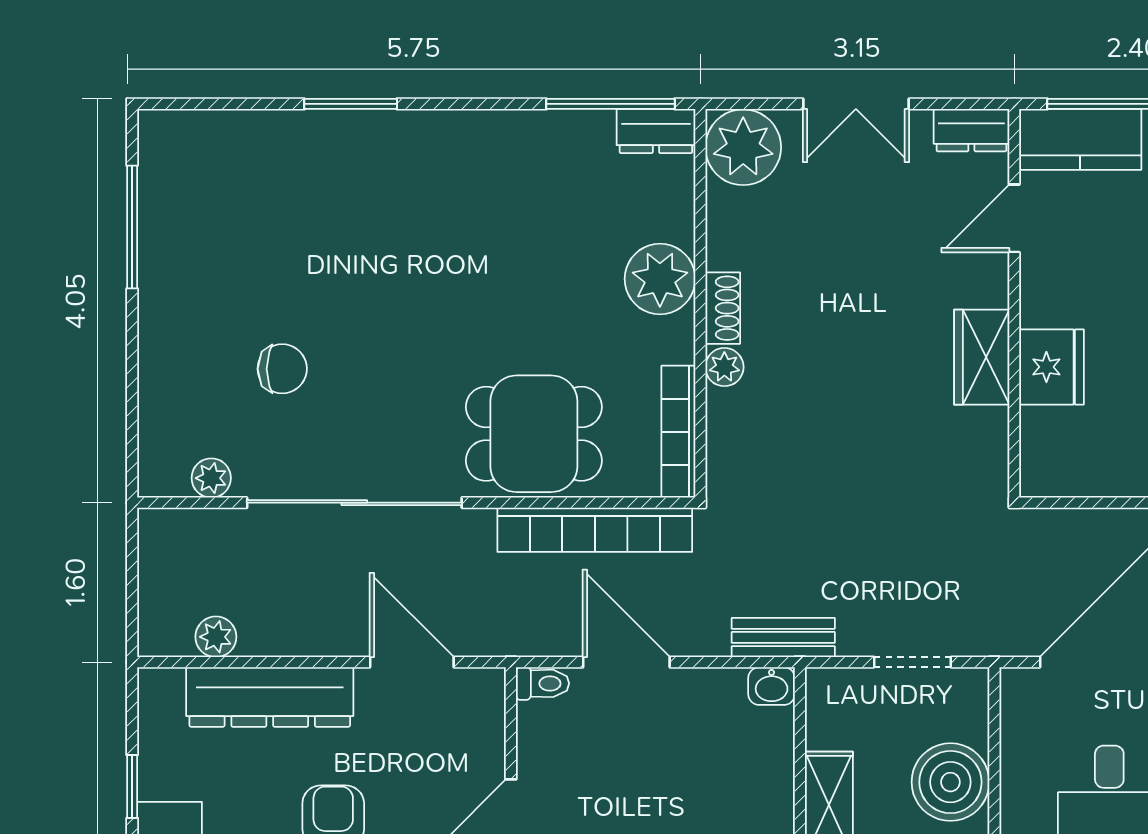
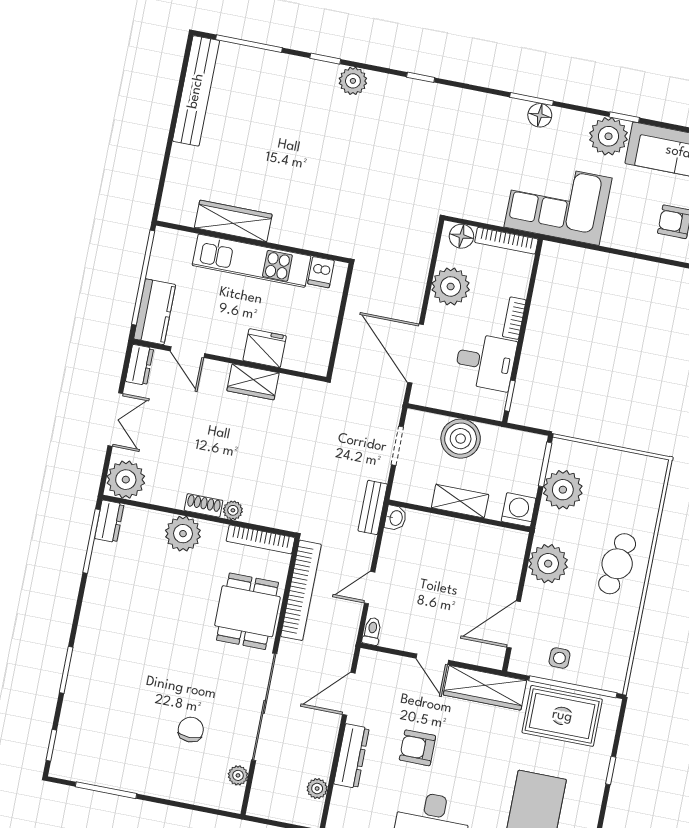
window: (199, 104) -> (51, 745), added
door: (626, 662) -> (370, 588), width x0.73
dresser: (270, 697) -> (351, 756), width x0.73, depth x0.80

